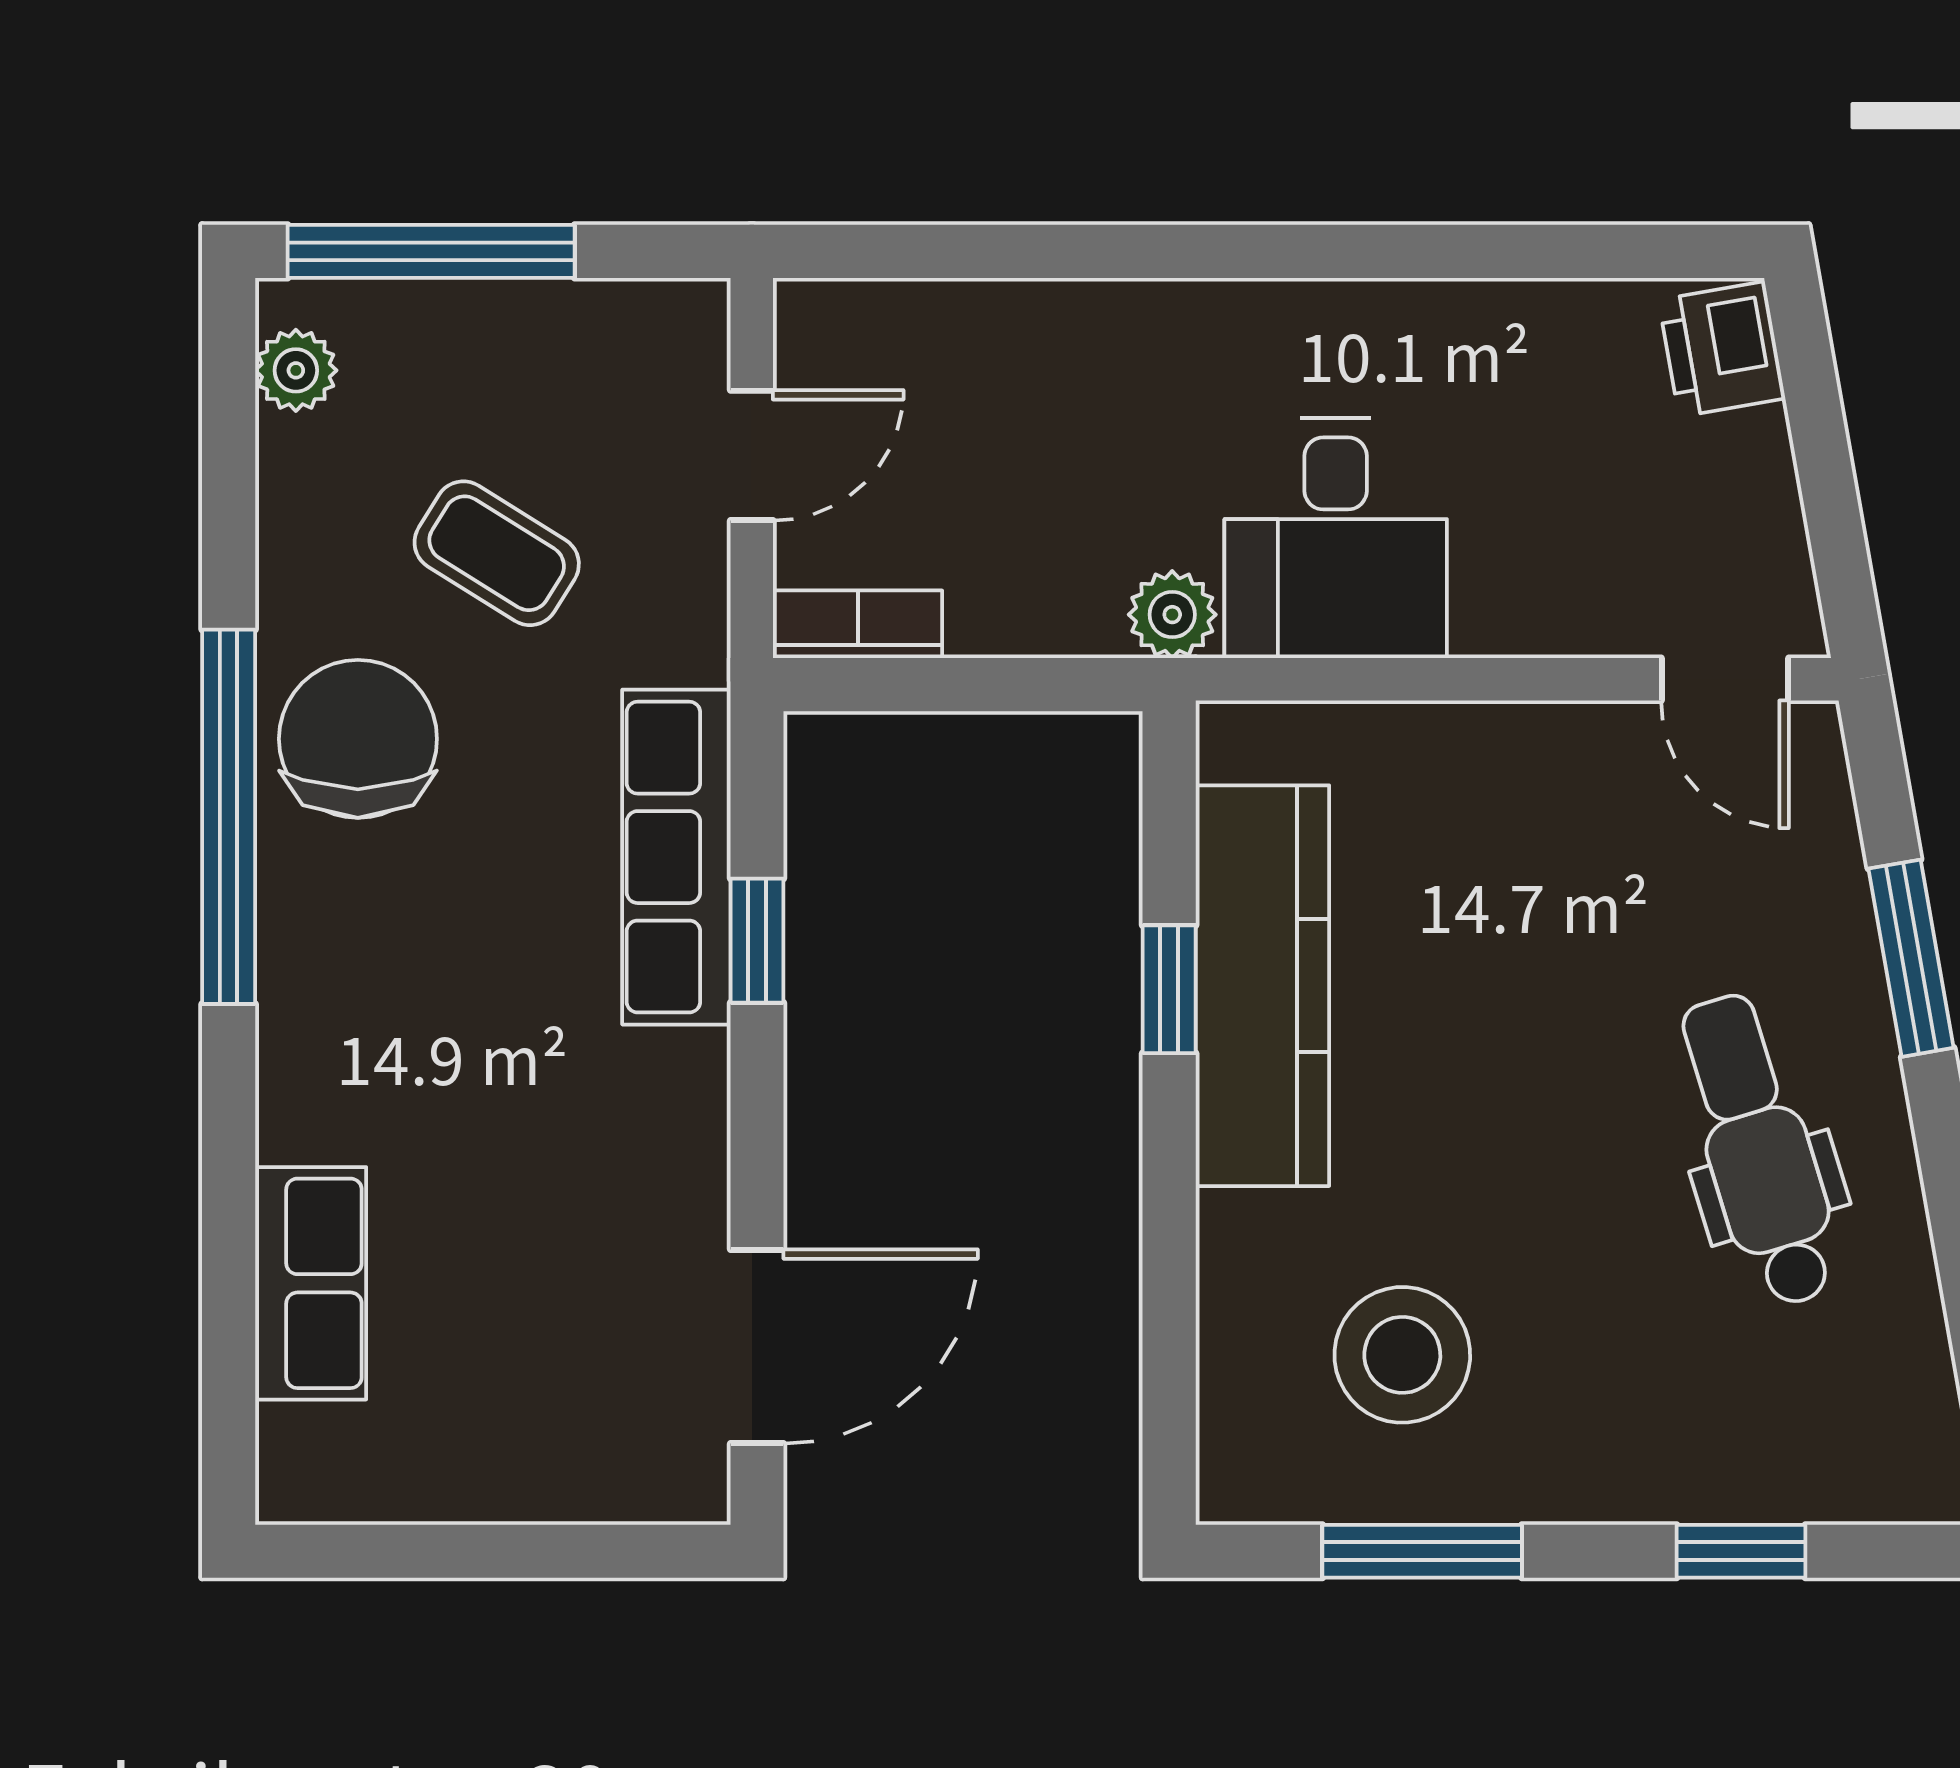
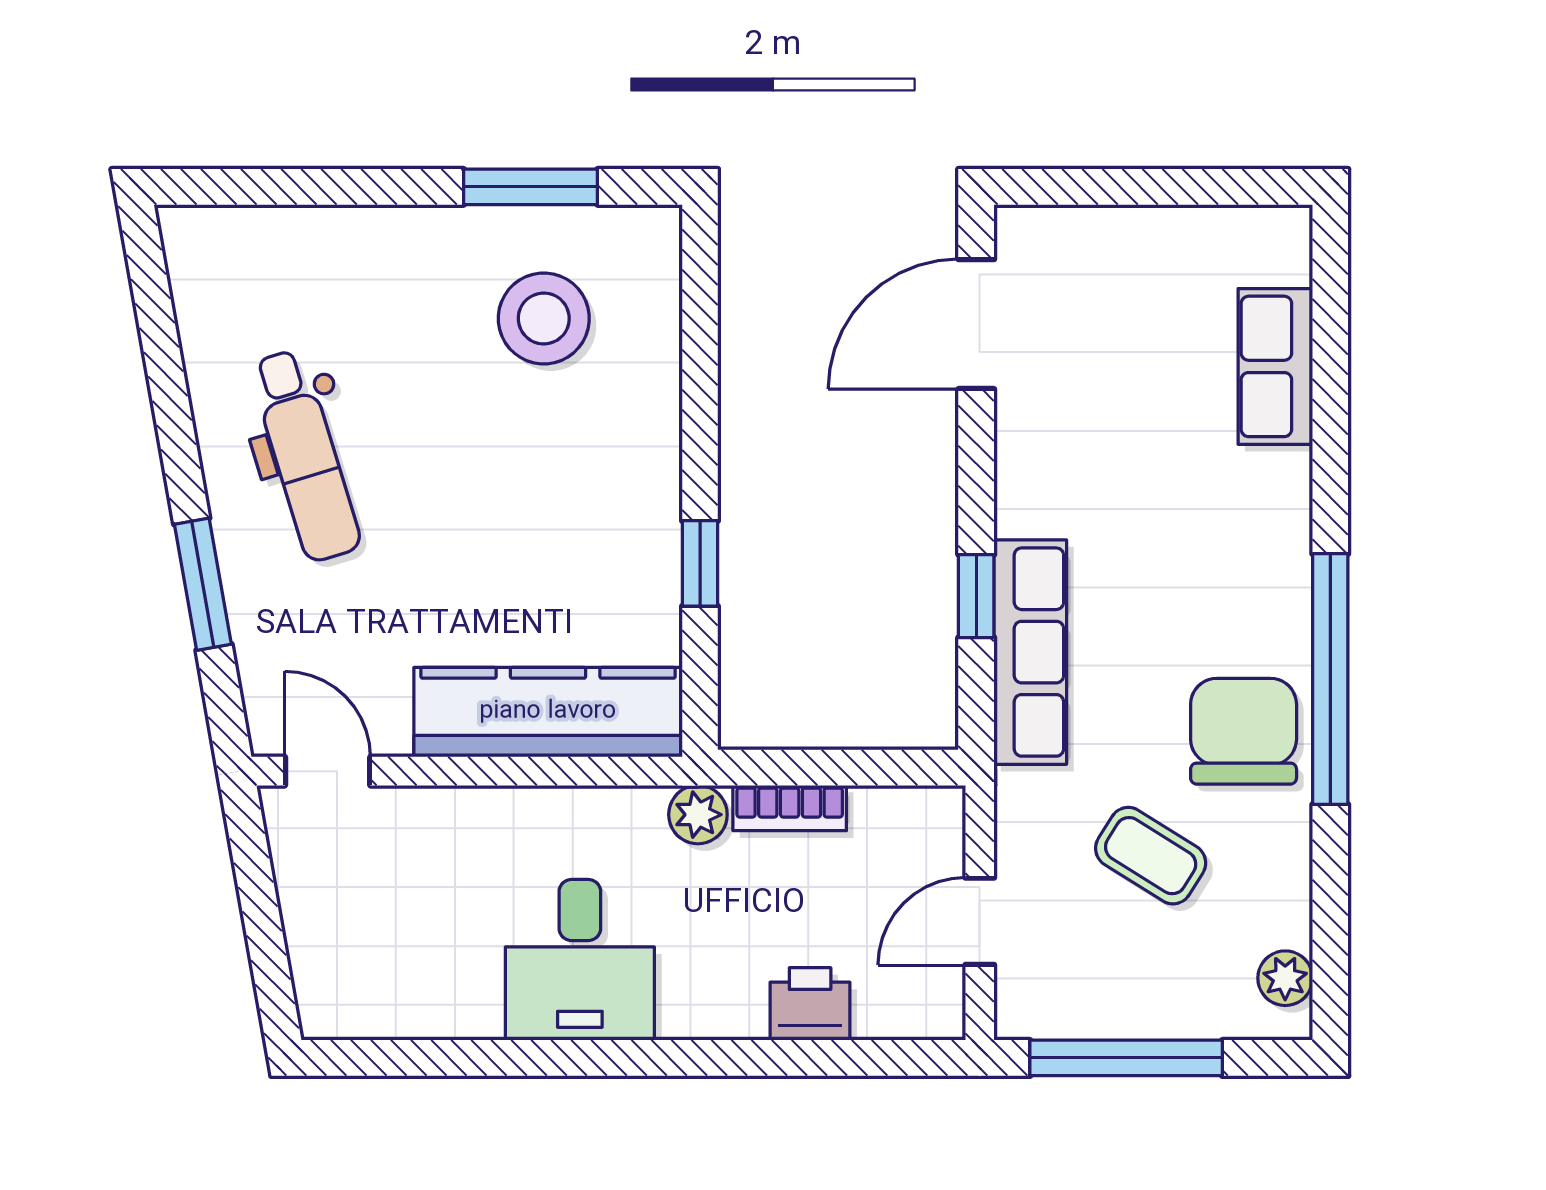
window: (431, 251) -> (1126, 1058), moved
printer: (1722, 349) -> (810, 1004), moved, turned -80
desk: (1336, 538) -> (580, 960), moved, turned 180
bookcase: (858, 624) -> (790, 808), moved
chair: (358, 739) -> (1244, 731), turned 180
kitchen counter: (1262, 986) -> (548, 712), moved, turned 90
window: (1741, 1551) -> (317, 187), removed

